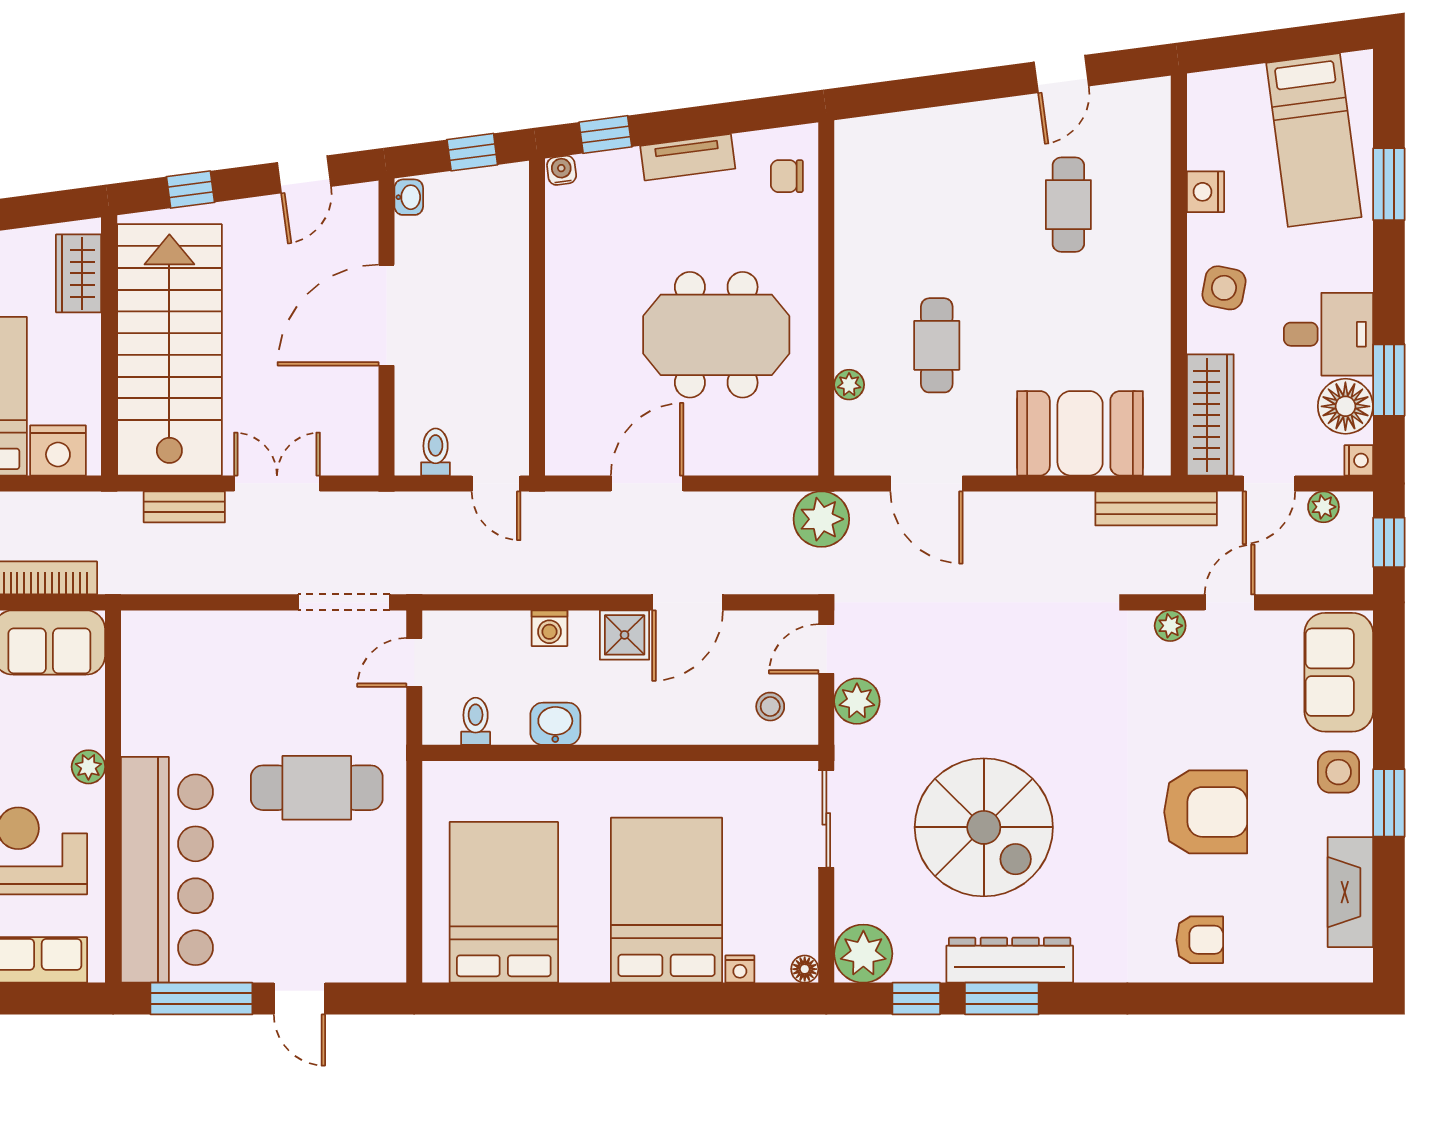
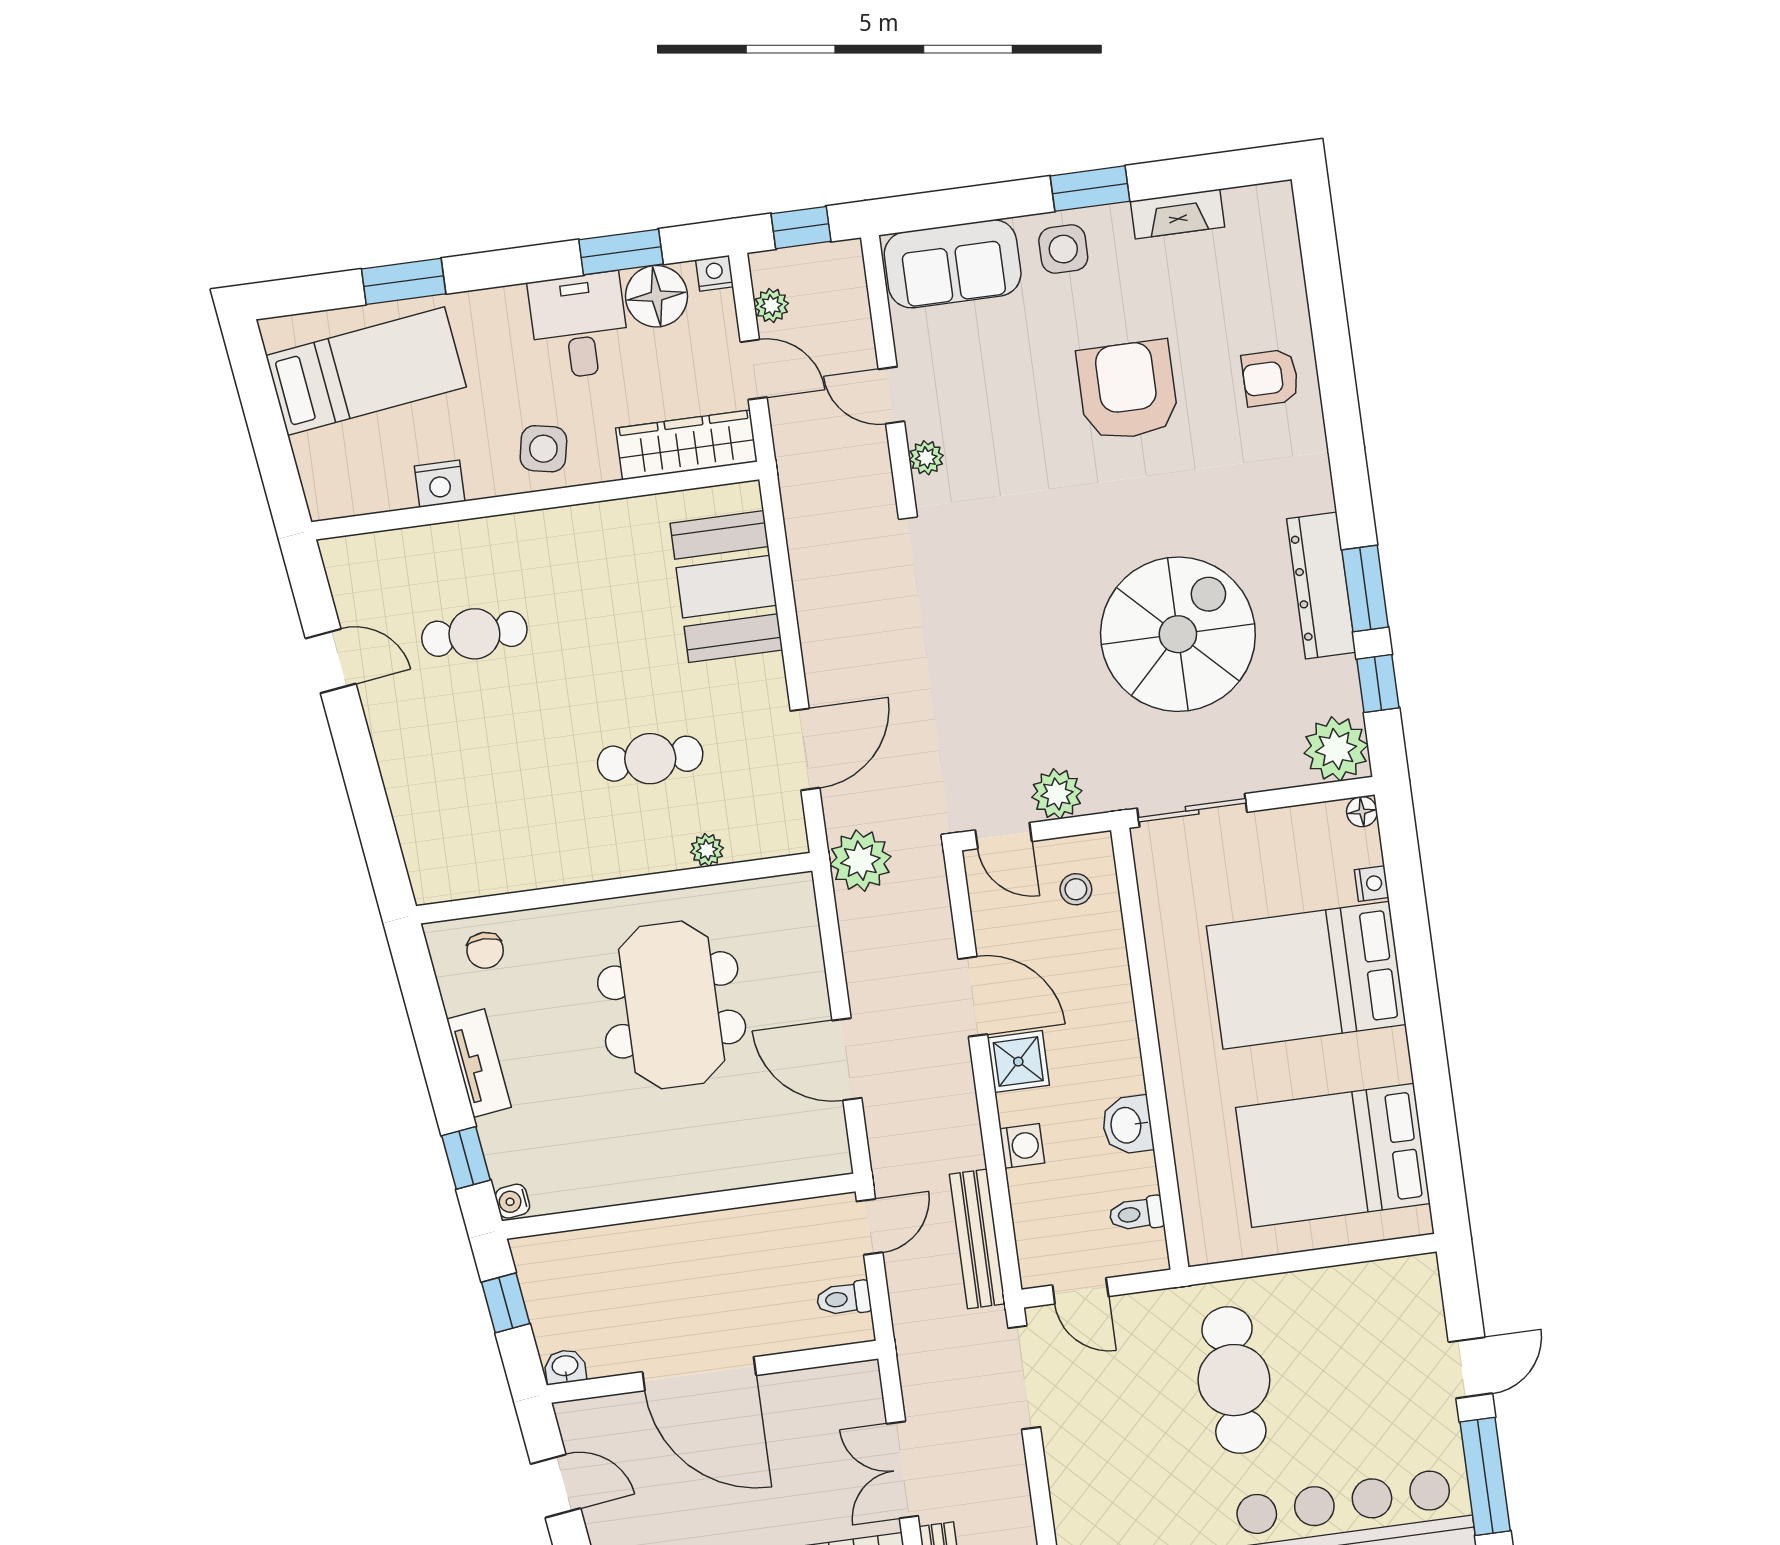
bench: (1156, 508) -> (977, 1239), moved
fireplace: (1350, 892) -> (1177, 214), width x0.73, depth x0.76
armchair: (1200, 940) -> (1270, 378), turned -90

